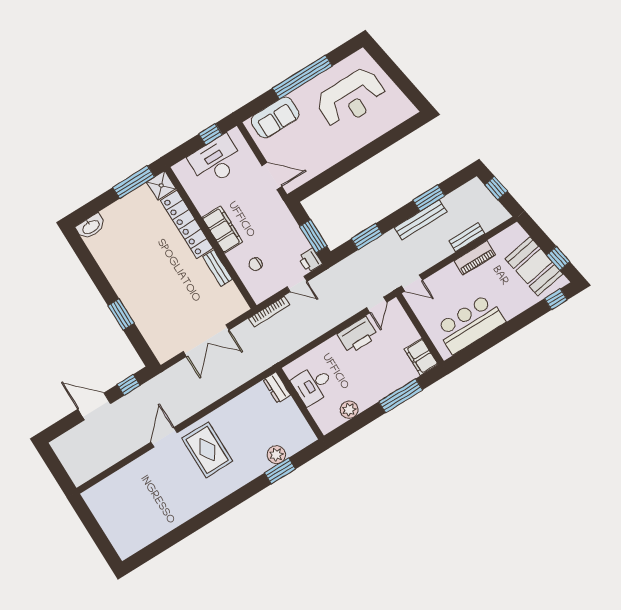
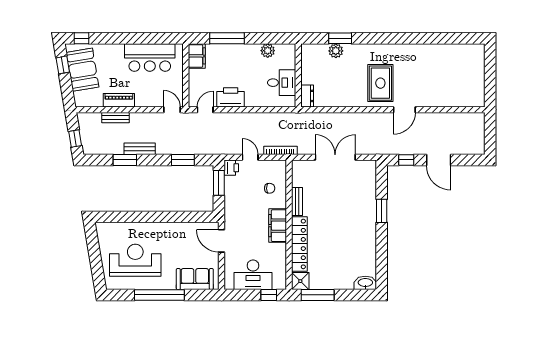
window: (210, 134) -> (269, 295), moved
bench: (421, 220) -> (140, 149), width x0.73

